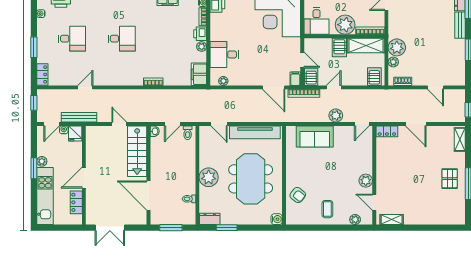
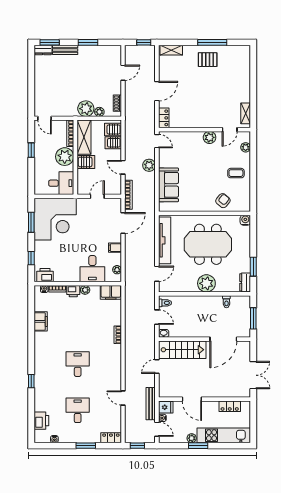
server rack: (311, 77) -> (113, 143), moved
filing cabinet: (295, 79) -> (115, 248), moved
door: (84, 178) -> (192, 399), moved

